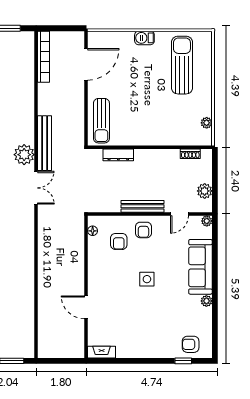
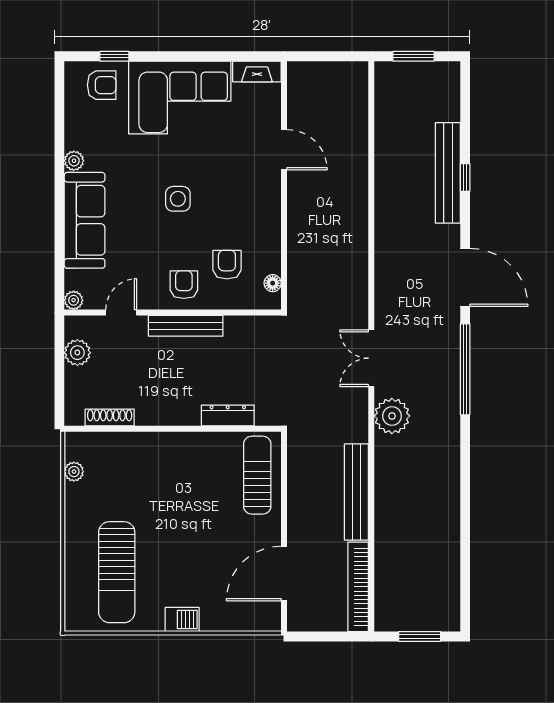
bench: (45, 143) -> (356, 492), moved
shoe rack: (190, 154) -> (110, 417), width x1.43
corner sofa: (146, 337) -> (180, 98), added

